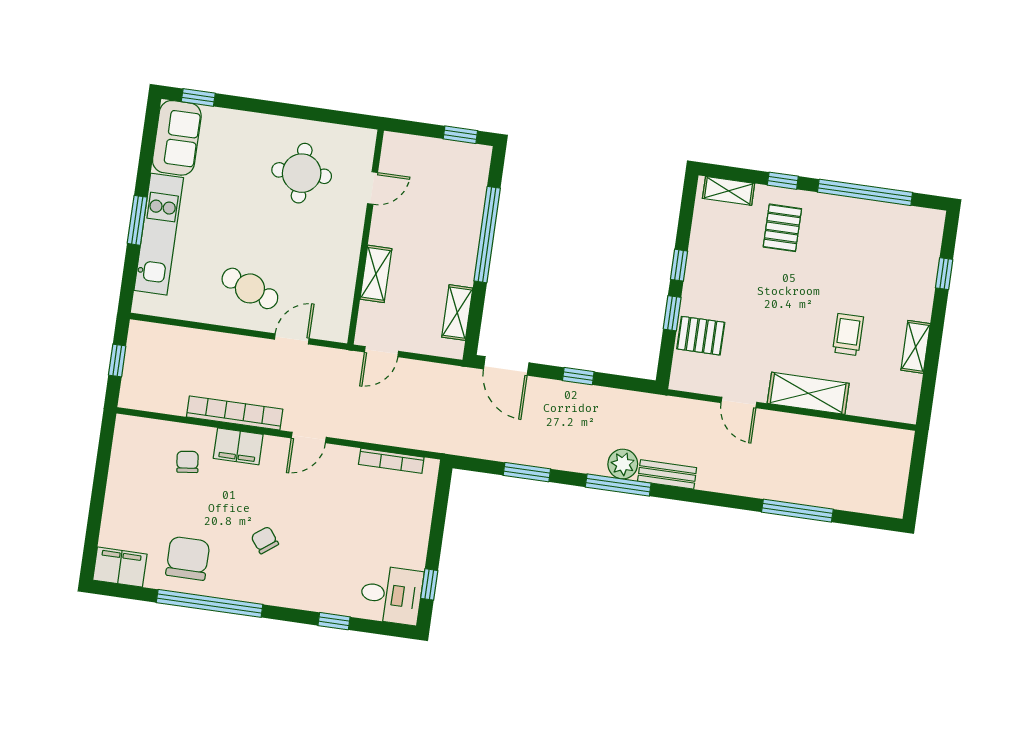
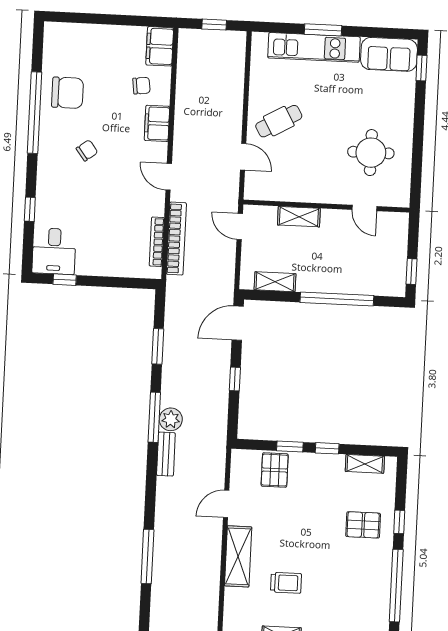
shelving: (729, 191) -> (365, 464), moved, turned 90
cafe table: (250, 288) -> (279, 121), turned 40
bookcase: (235, 413) -> (176, 239), moved
filing cabinet: (120, 567) -> (160, 46), moved, turned 180

